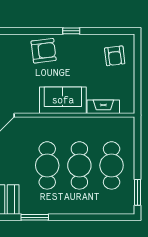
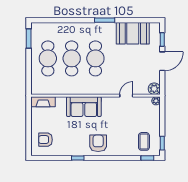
armchair: (44, 51) -> (98, 143), turned 97
armchair: (115, 56) -> (46, 140), turned -83
fireplace: (103, 107) -> (43, 102), moved

